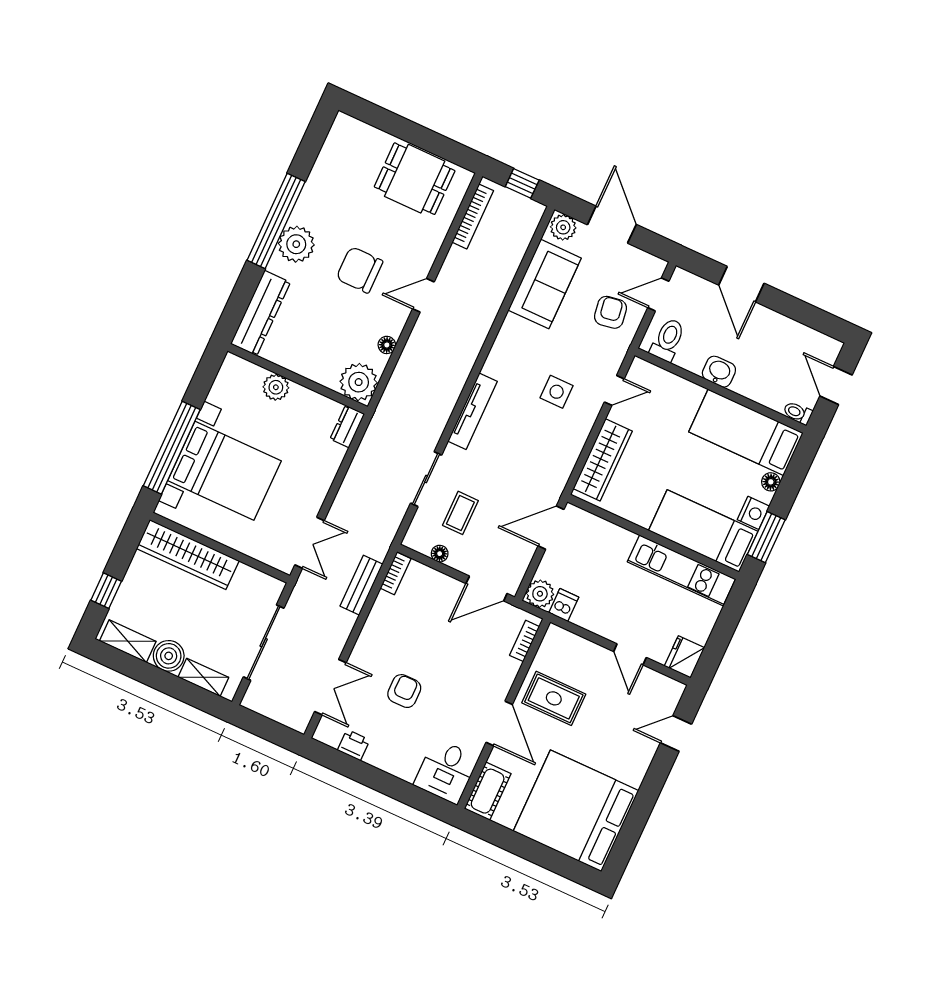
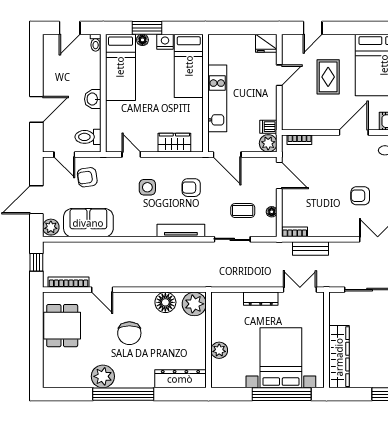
plant: (296, 244) -> (103, 376), moved
door: (423, 295) -> (102, 290), moved
floor lamp: (387, 345) -> (165, 302), width x1.89, depth x1.89
dresser: (347, 426) -> (261, 299), moved, width x1.44
armchair: (527, 454) -> (191, 188), added
wardrobe: (603, 460) -> (174, 143), width x0.67
window: (766, 537) -> (147, 28), moved
kitchen unit: (681, 570) -> (217, 98), moved
rug: (554, 698) -> (328, 77), moved
door: (676, 733) -> (313, 28), hinge flipped

